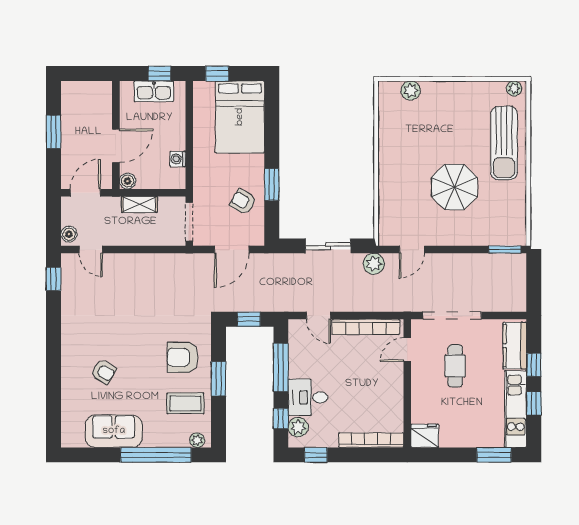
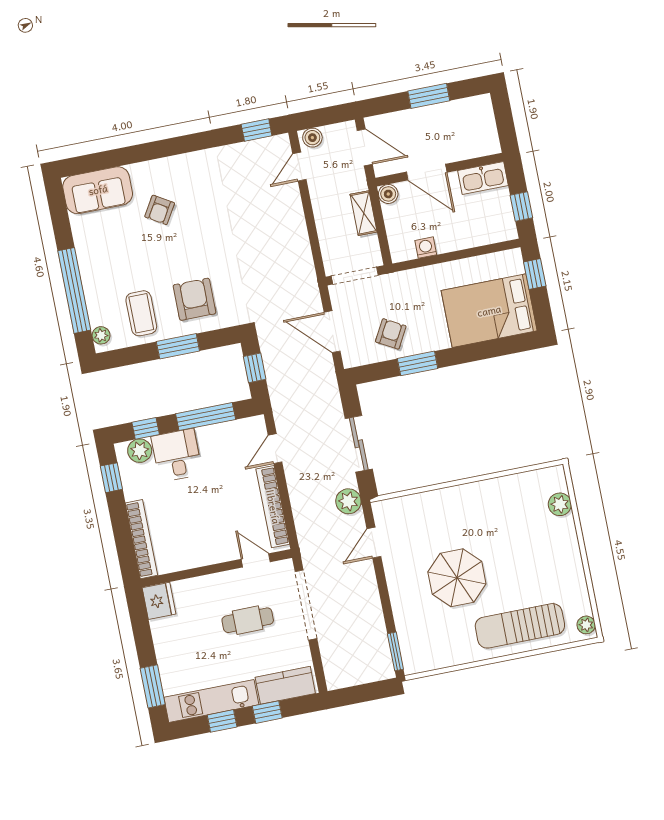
kitchen sink: (154, 91) -> (483, 178), moved, turned -90
door: (412, 250) -> (374, 543), hinge flipped
sofa: (114, 431) -> (98, 190), moved, turned 90

